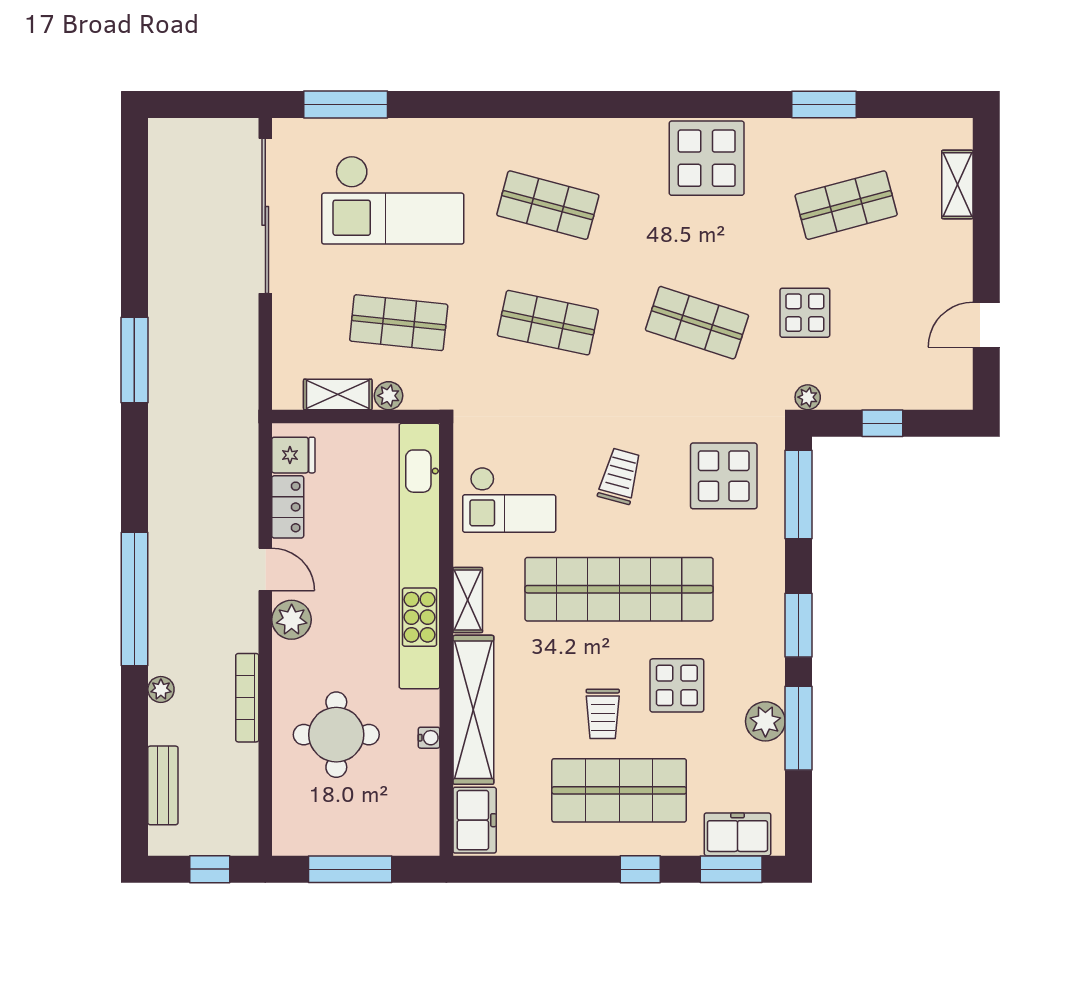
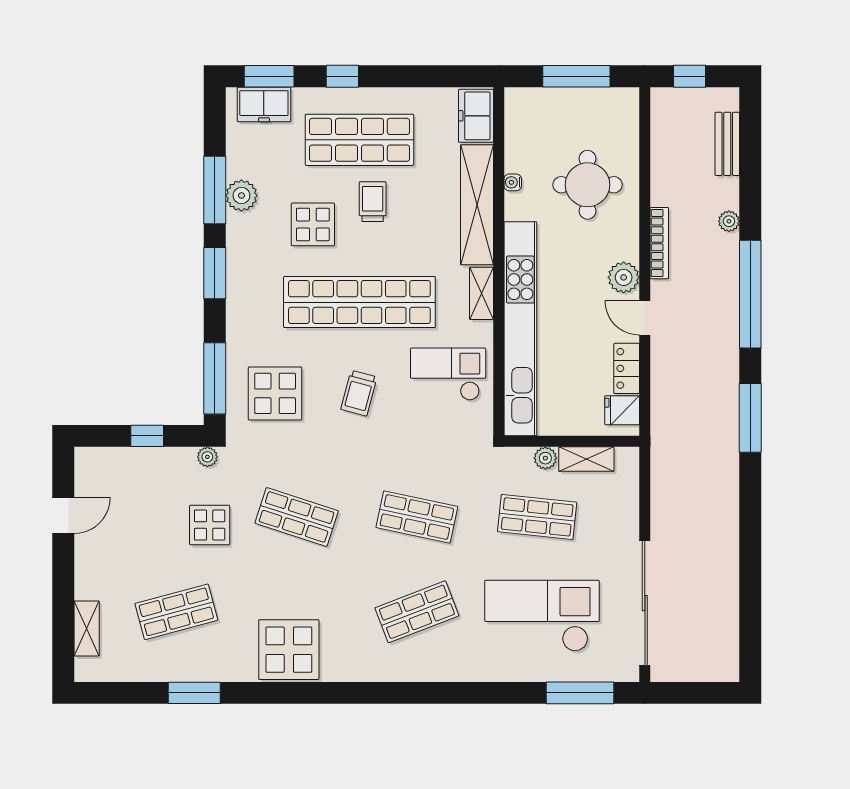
shop shelf: (548, 205) -> (417, 612), turned -36
window: (134, 360) -> (750, 418), moved
bookcase: (247, 698) -> (659, 243), moved

